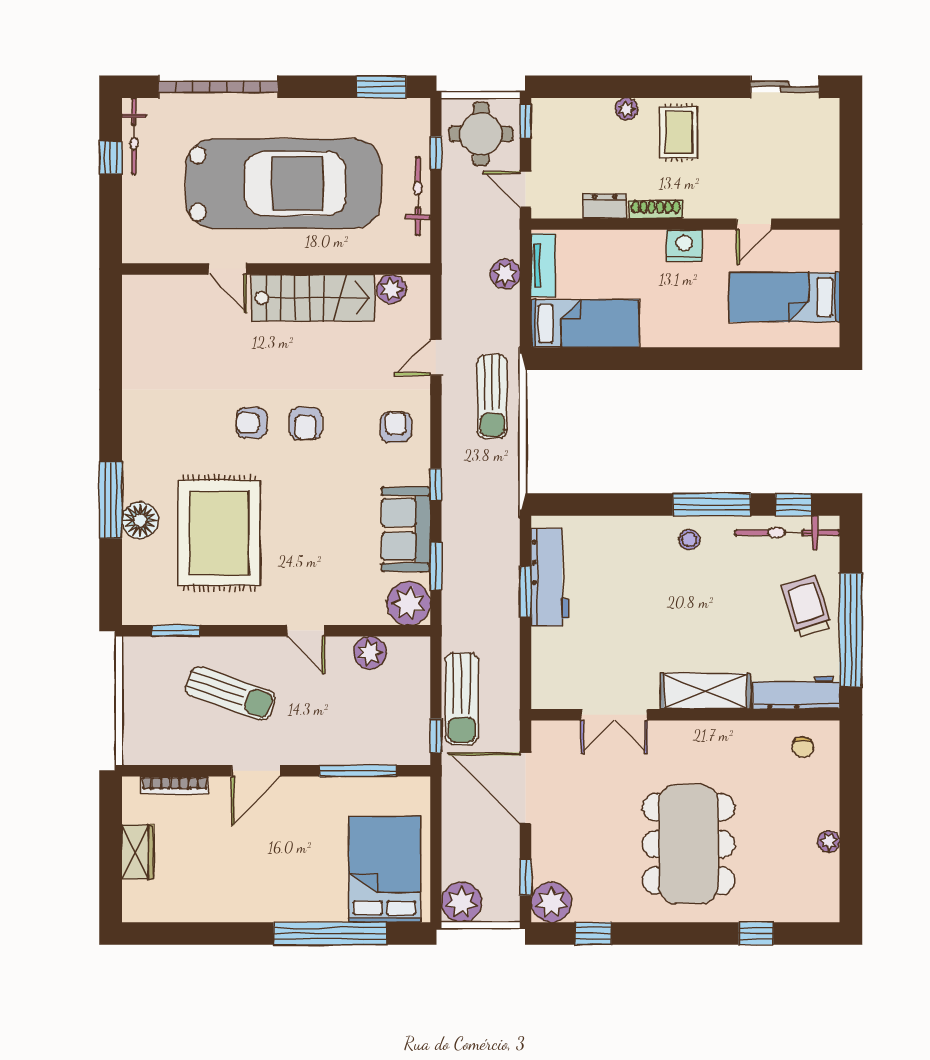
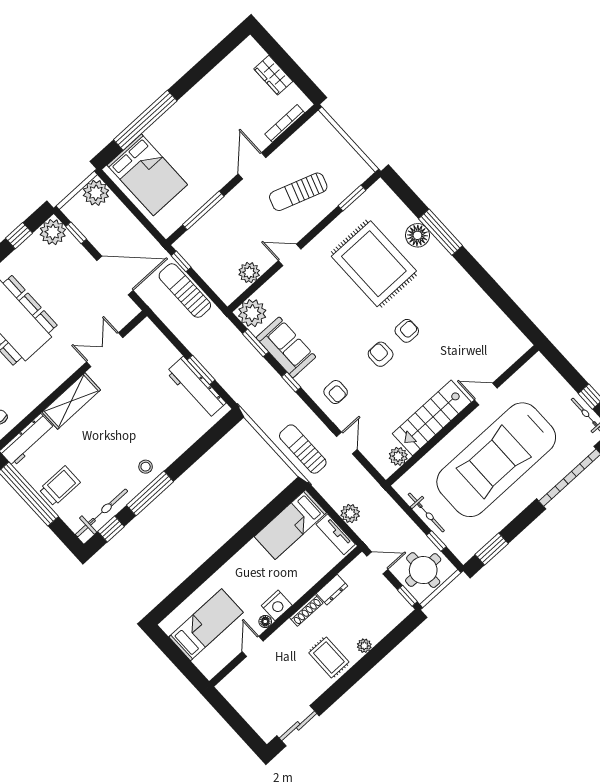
floor lamp: (714, 239) -> (265, 622), added
trolley: (807, 607) -> (60, 486), turned -73

